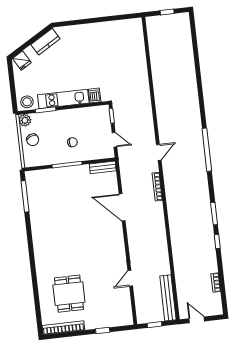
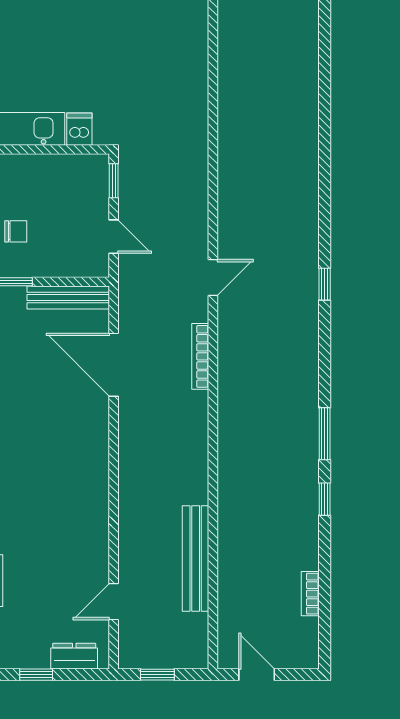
window: (207, 150) -> (325, 284), width x0.32
bench: (103, 167) -> (68, 297), width x1.36
door: (122, 207) -> (114, 365), moved
door: (130, 278) -> (114, 602), moved
bench: (168, 298) -> (196, 559), moved
dresser: (118, 321) -> (74, 656), added

